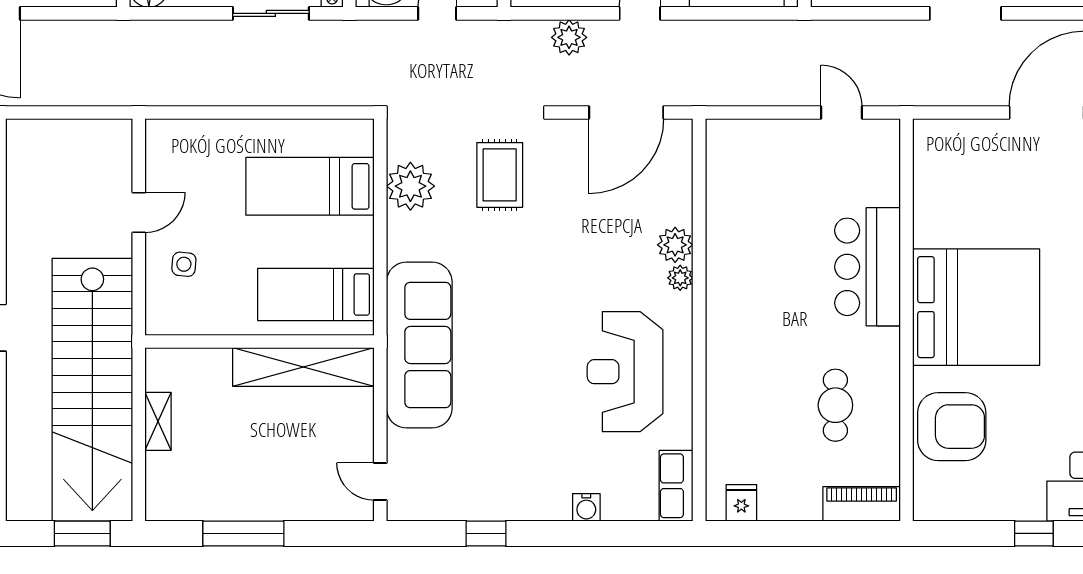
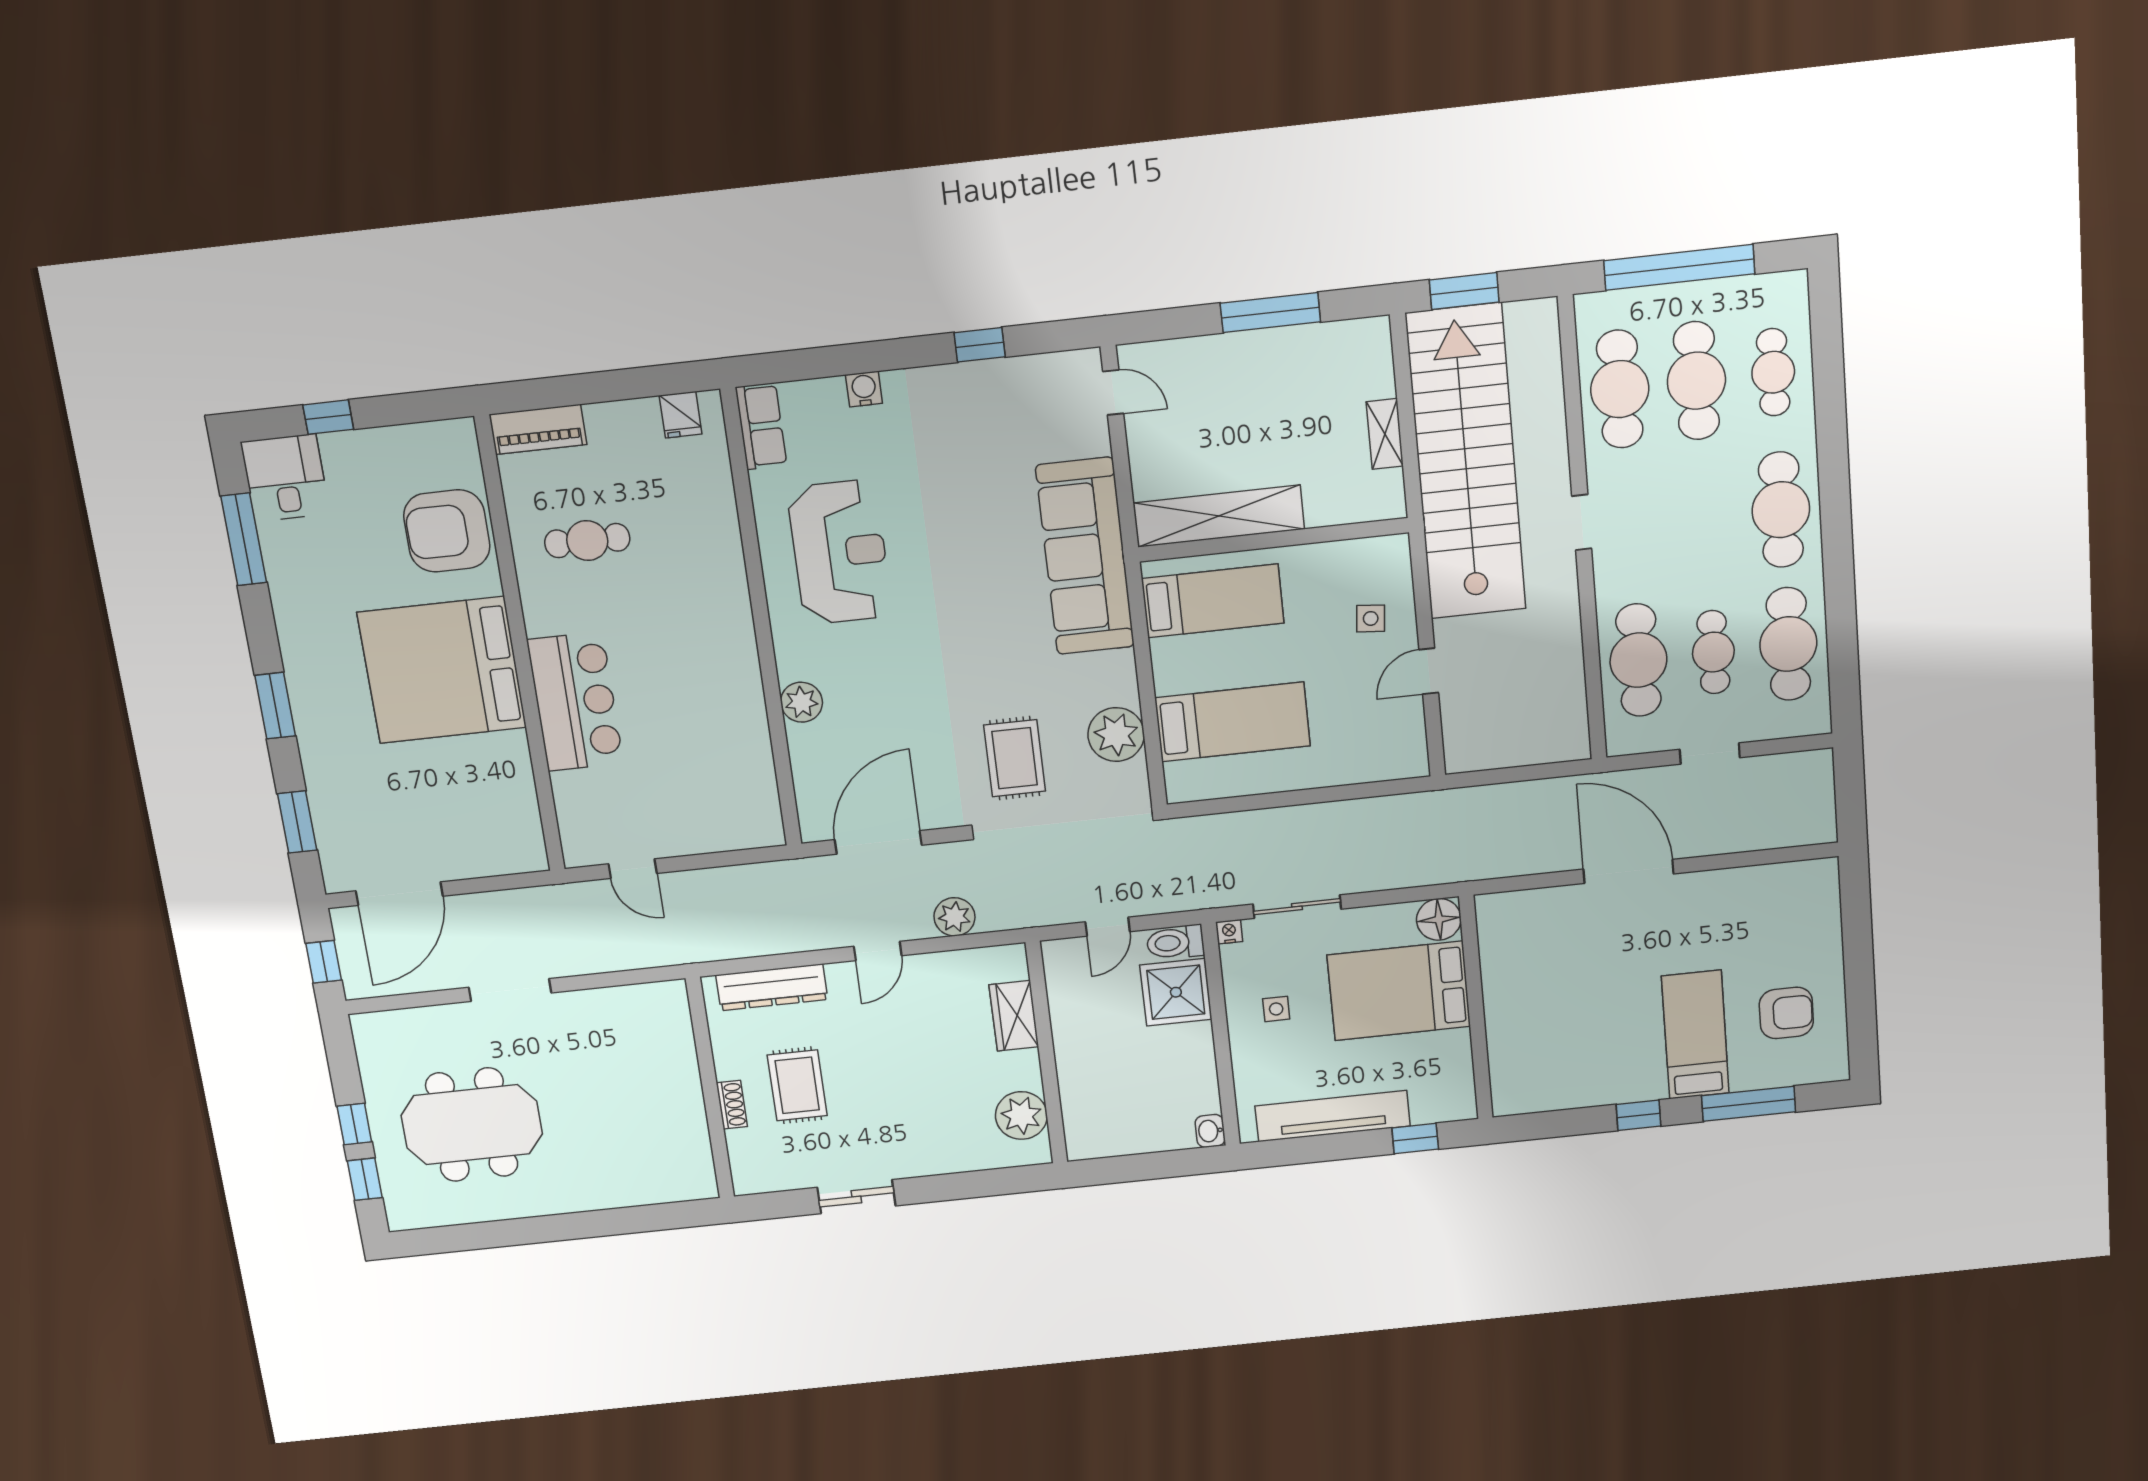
plant: (680, 278) -> (790, 666), removed
cafe table: (835, 405) -> (587, 541), turned 90

